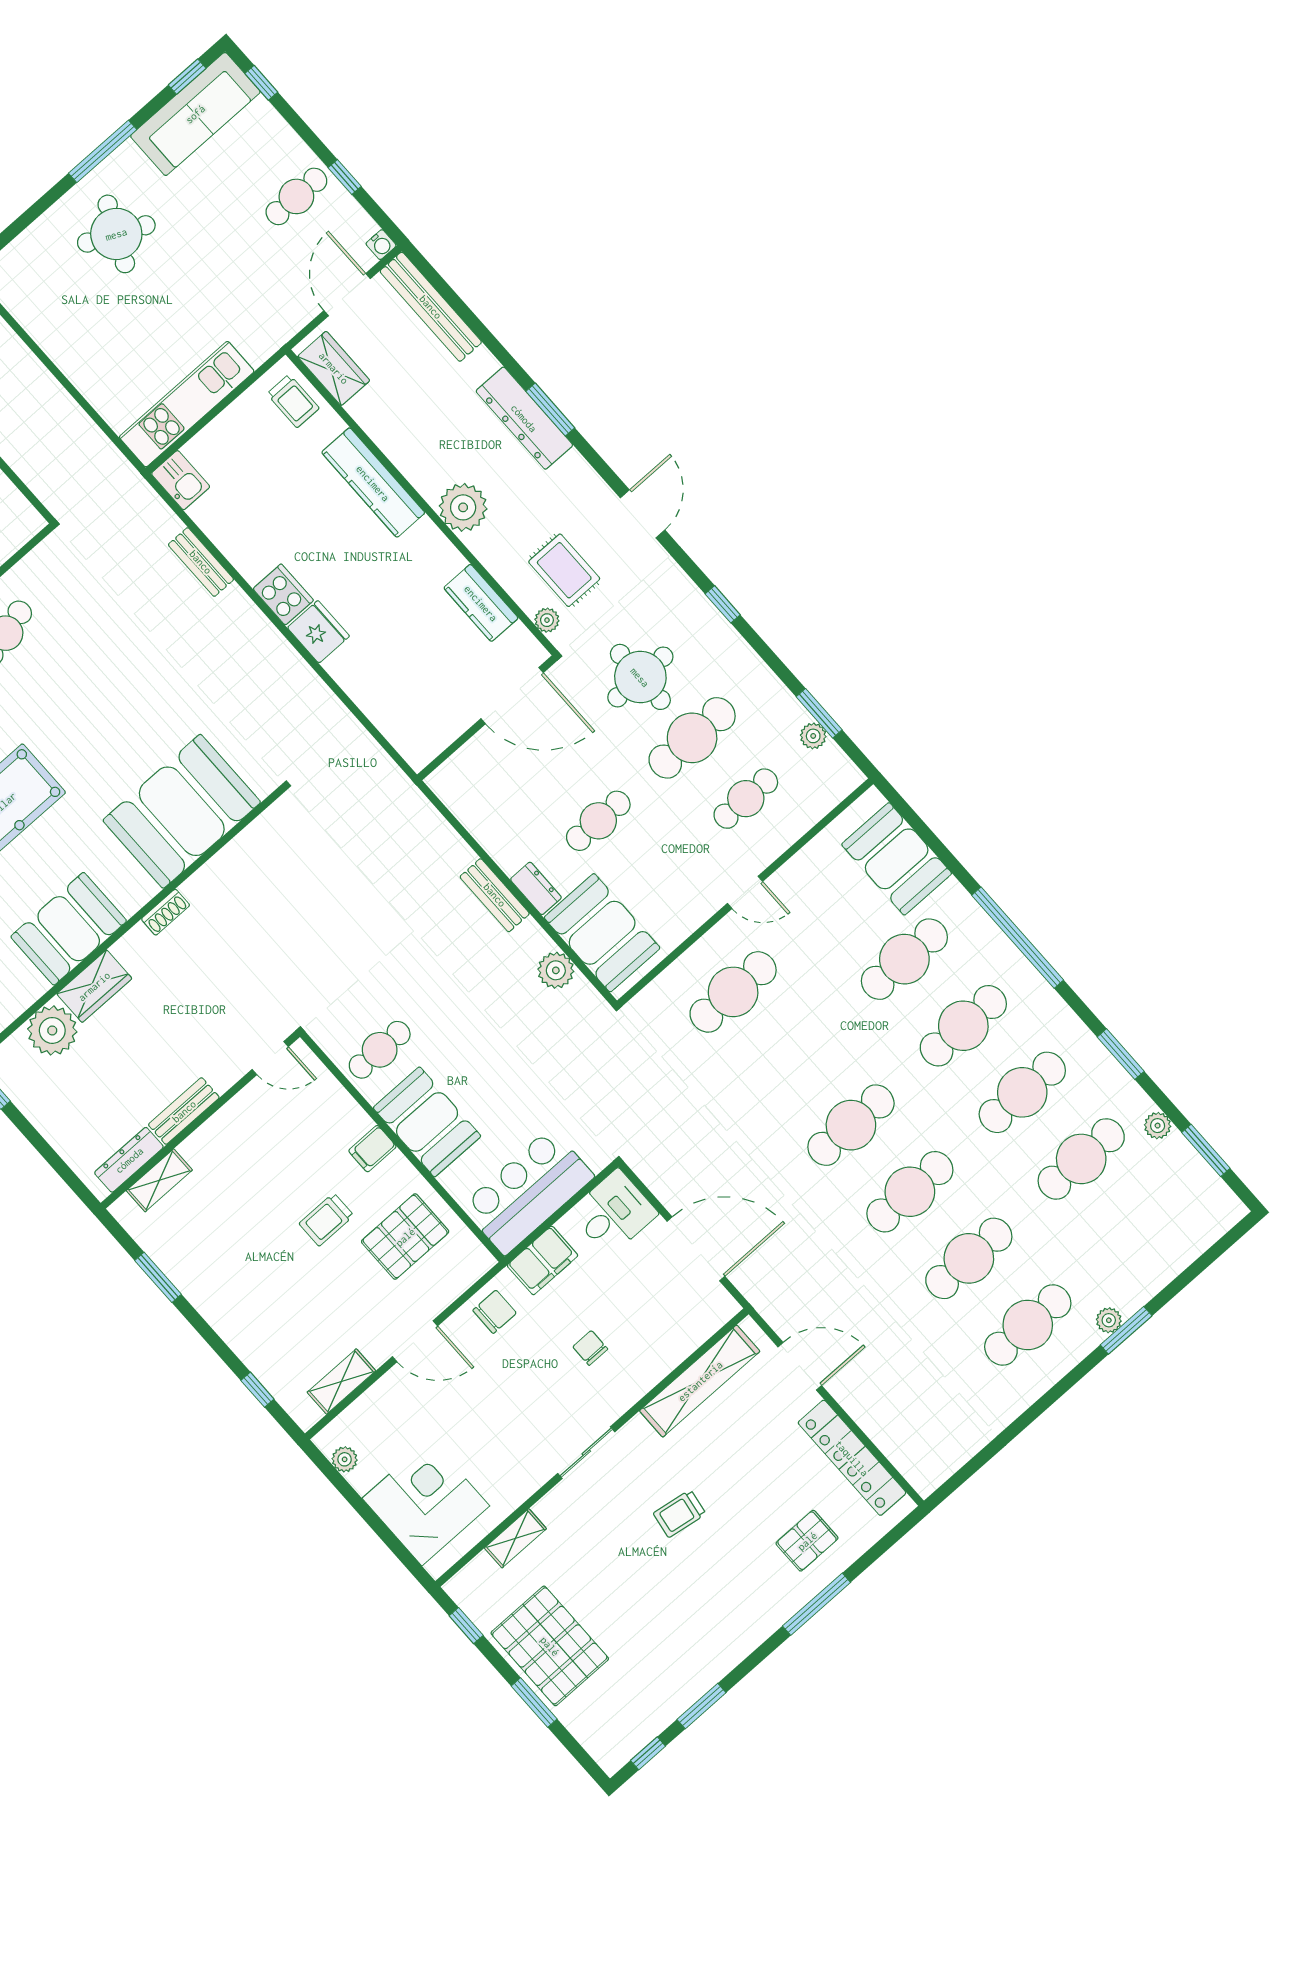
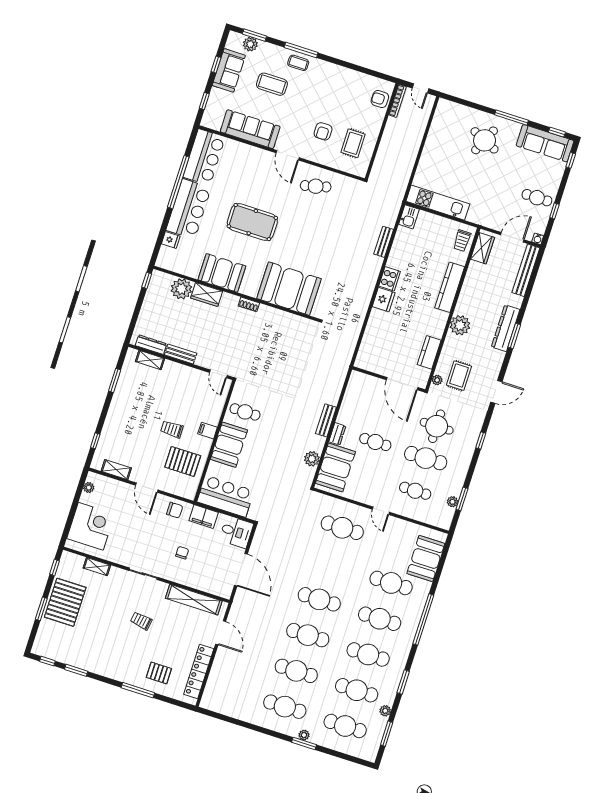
cafe table: (1140, 1226) -> (345, 726), added

